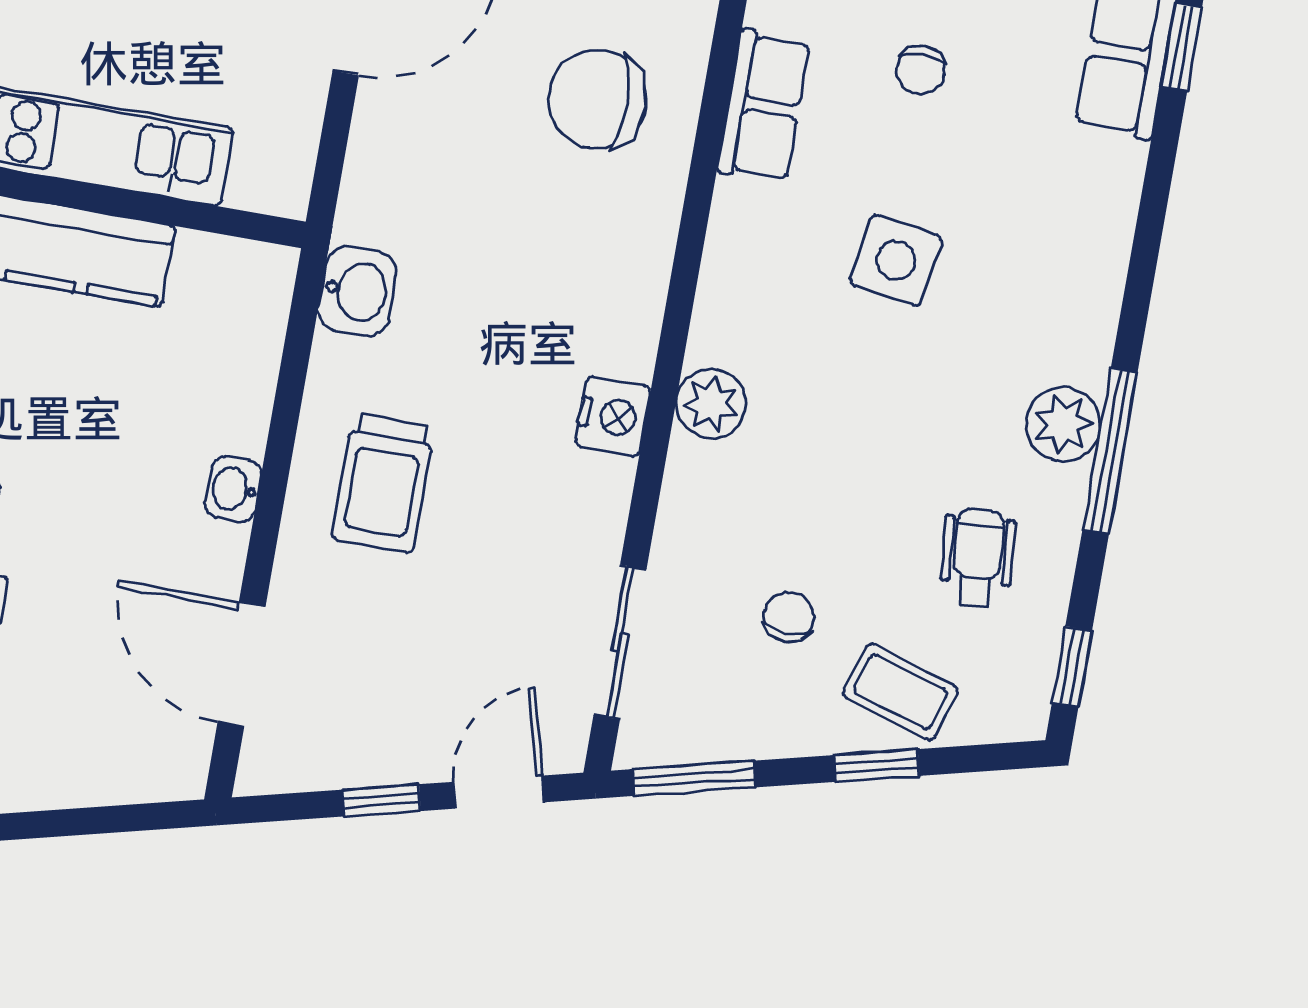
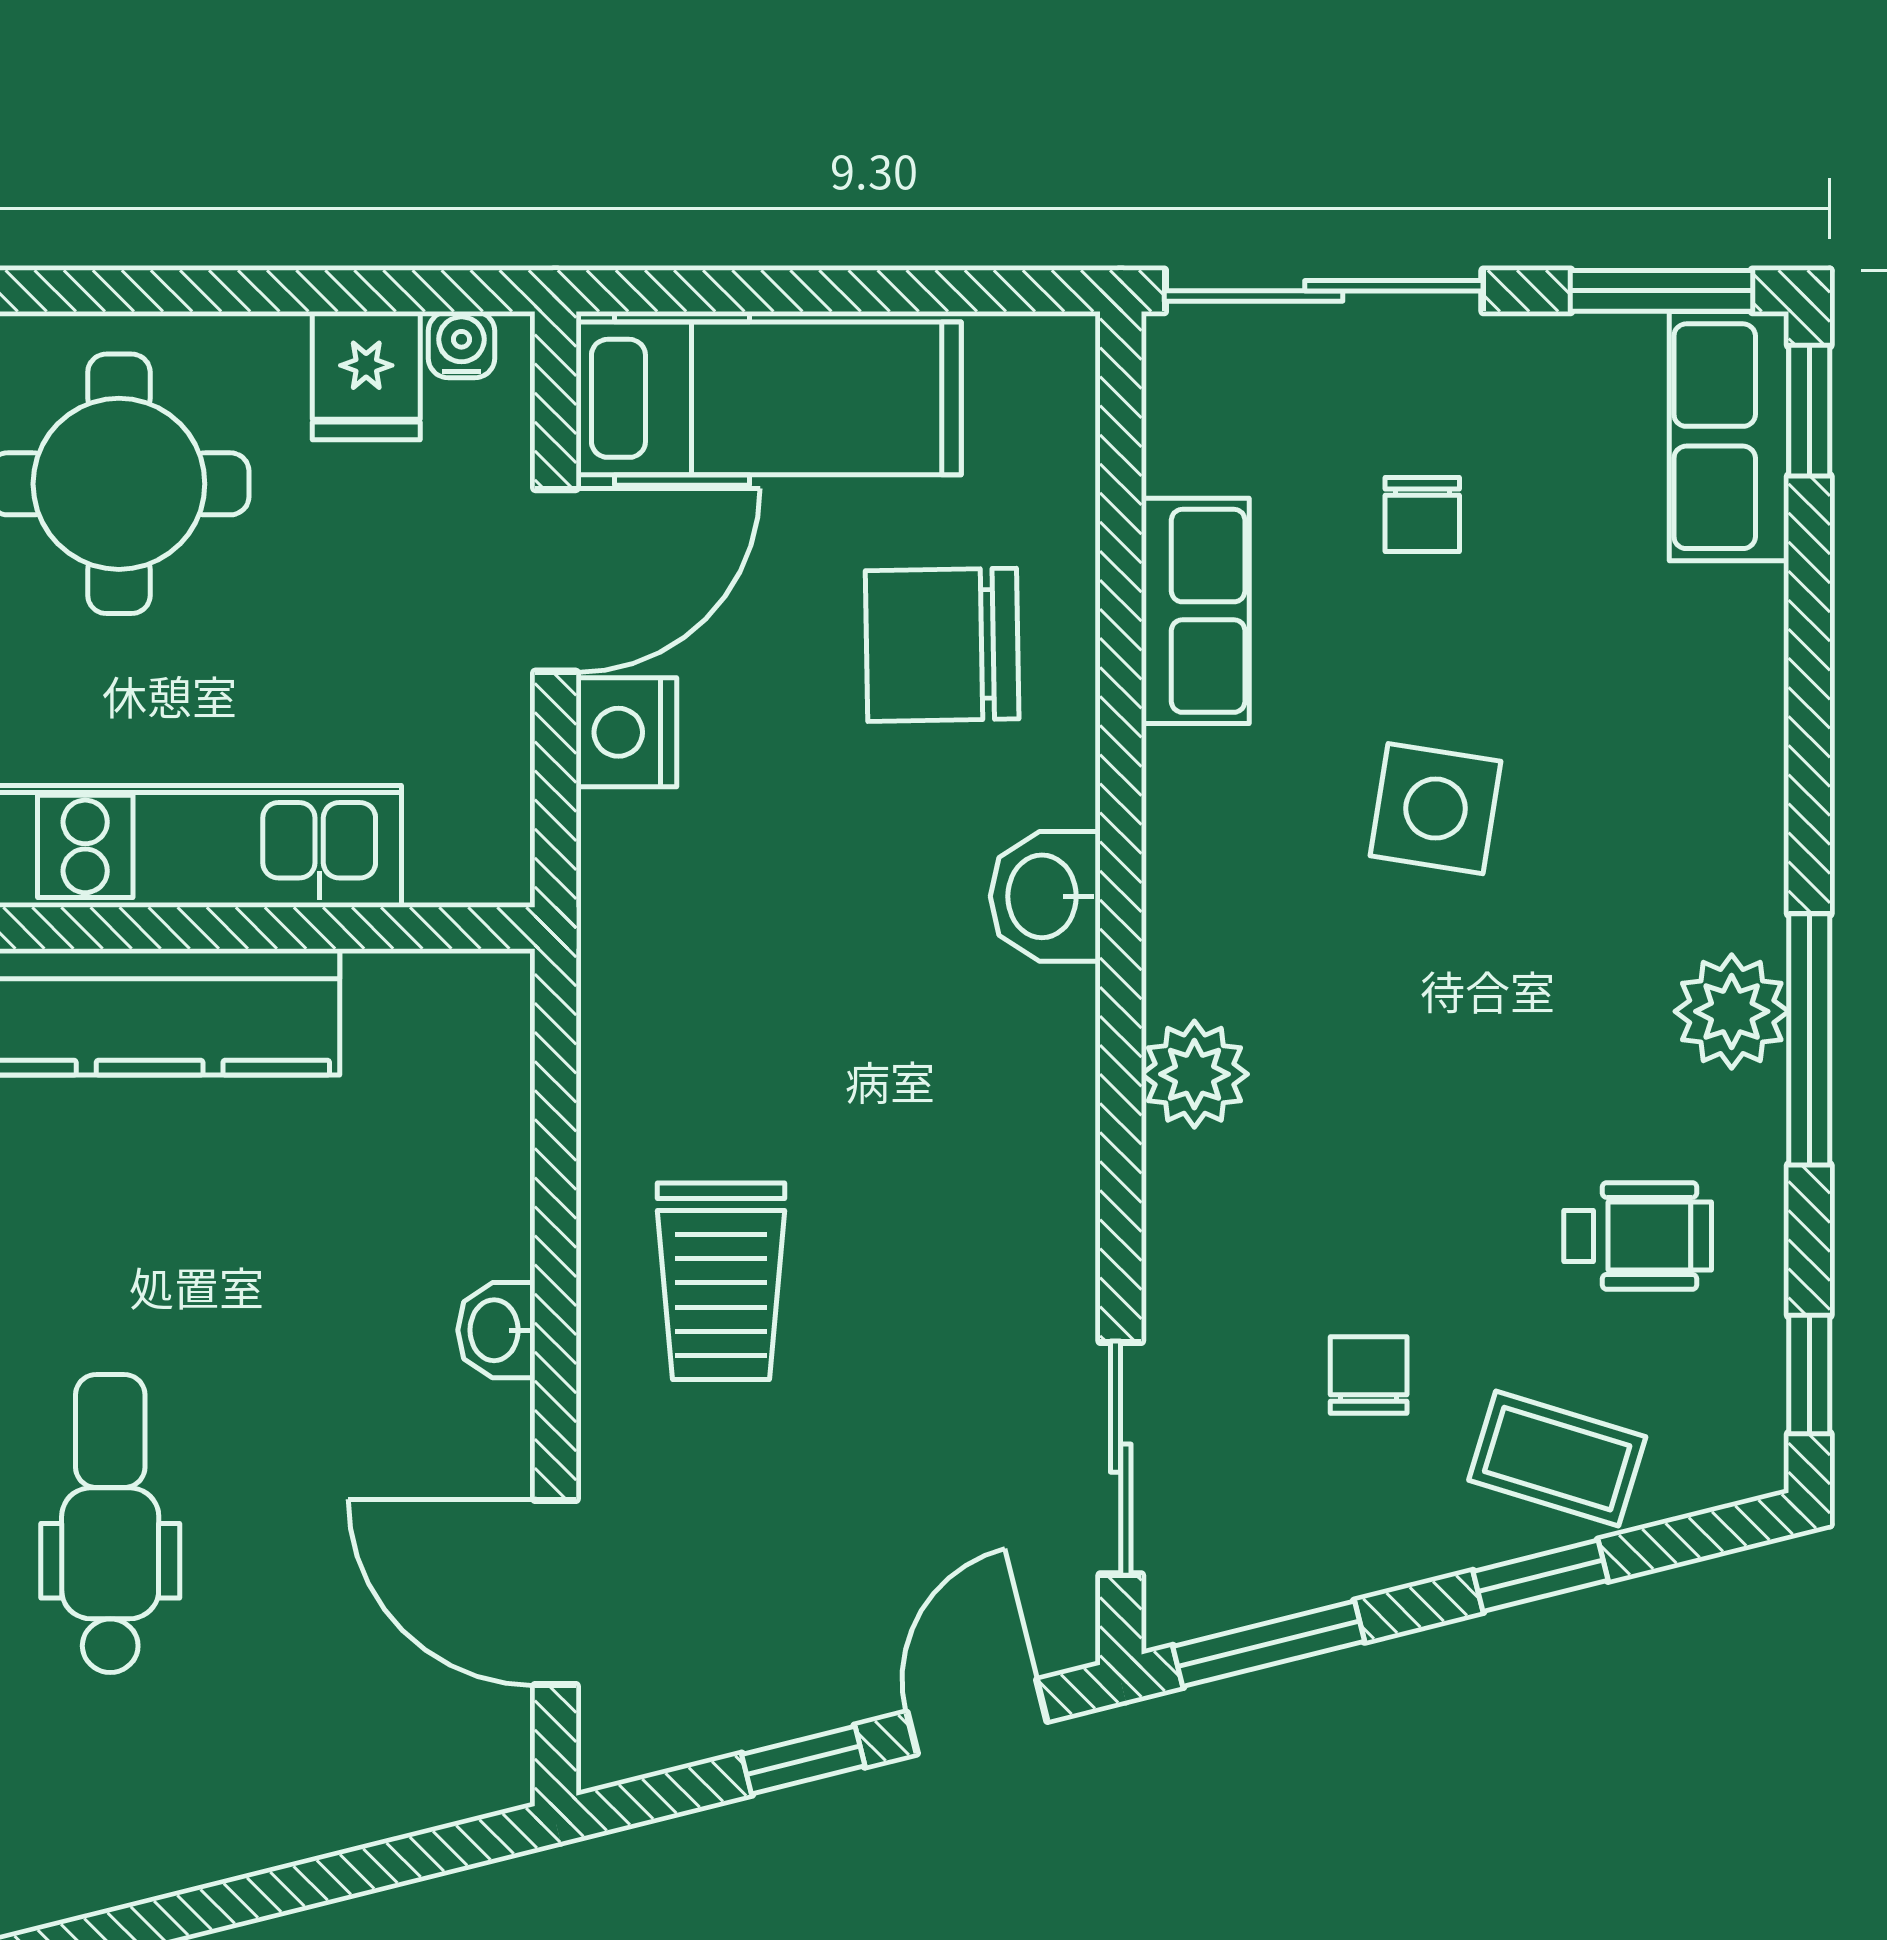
washbasin: (357, 291) -> (1045, 896), moved, turned 180
nightstand: (613, 416) -> (626, 732), moved, turned 180
wheelchair: (977, 558) -> (1638, 1236), turned 95

